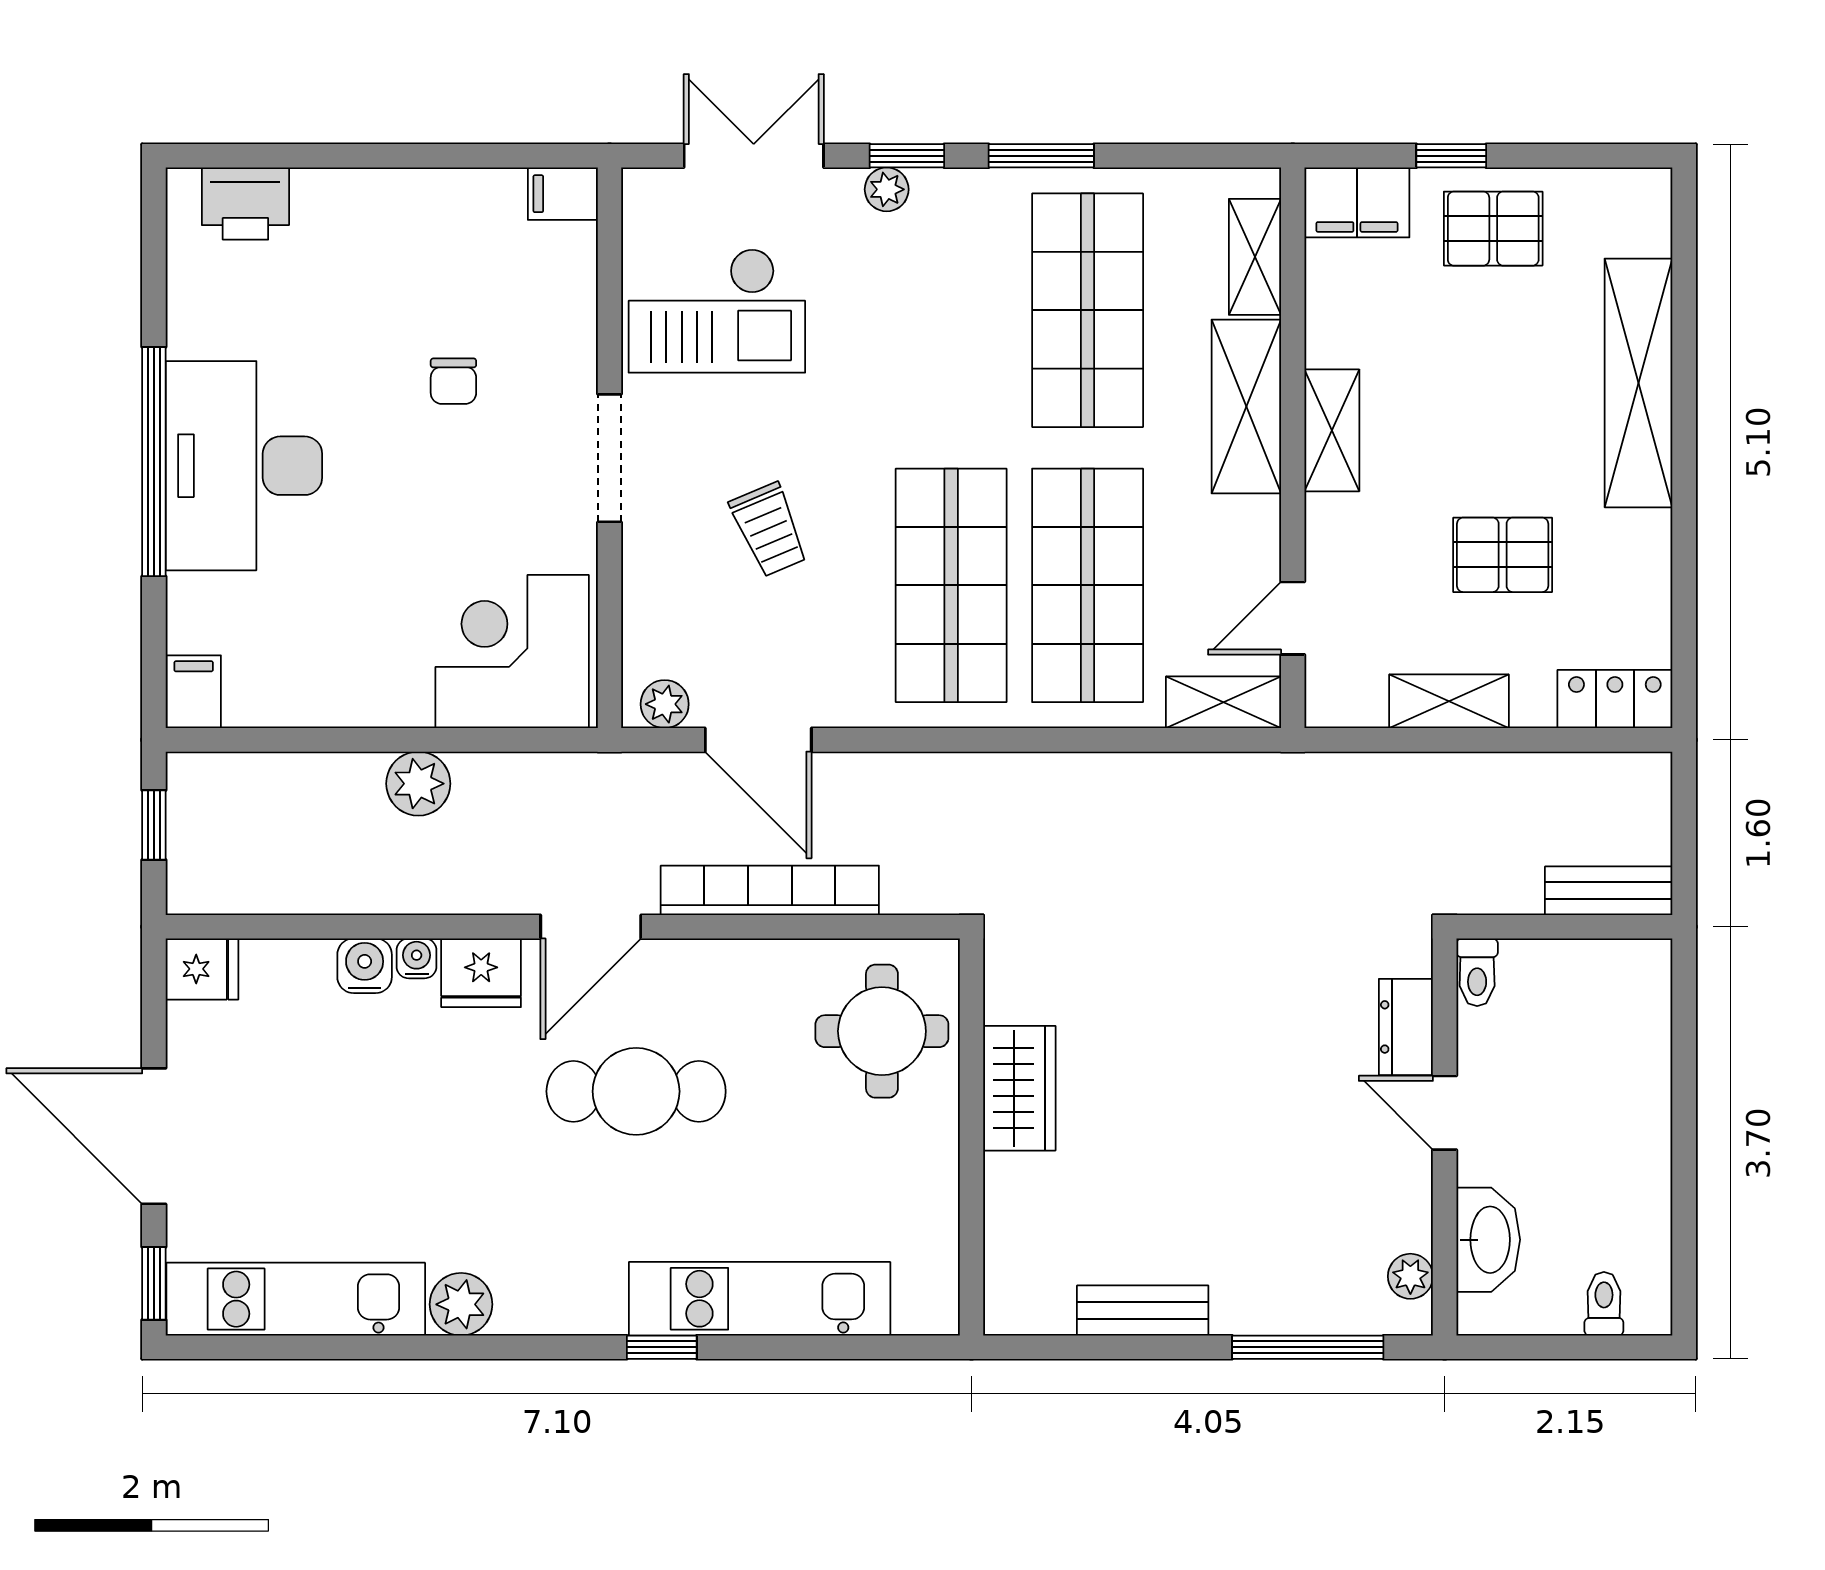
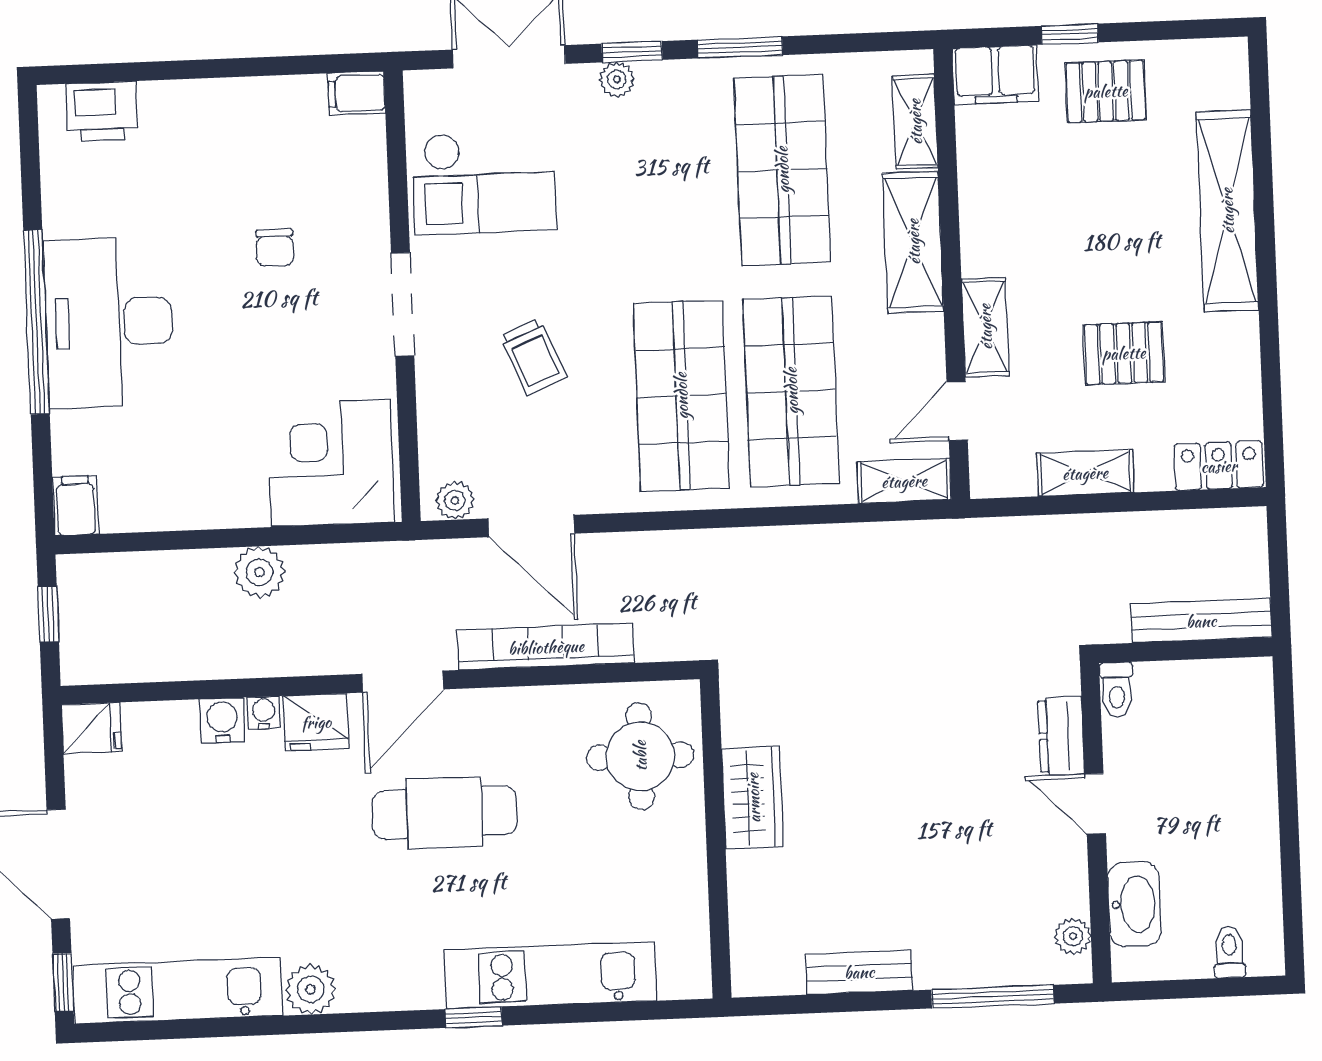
shelving: (1332, 430) -> (985, 327), moved
bench: (1609, 891) -> (1201, 621), width x1.36

